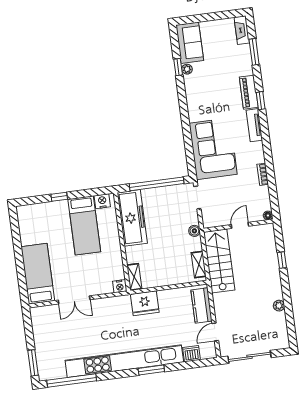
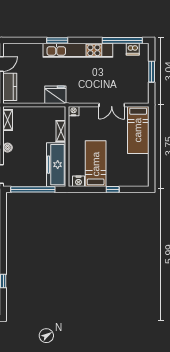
shelving: (134, 277) -> (61, 131), moved
double door: (74, 300) -> (112, 105), swing flipped
dishwasher: (192, 354) -> (133, 49), moved
kitchen unit: (124, 361) -> (78, 50), width x0.73
window: (33, 363) -> (152, 72), moved

